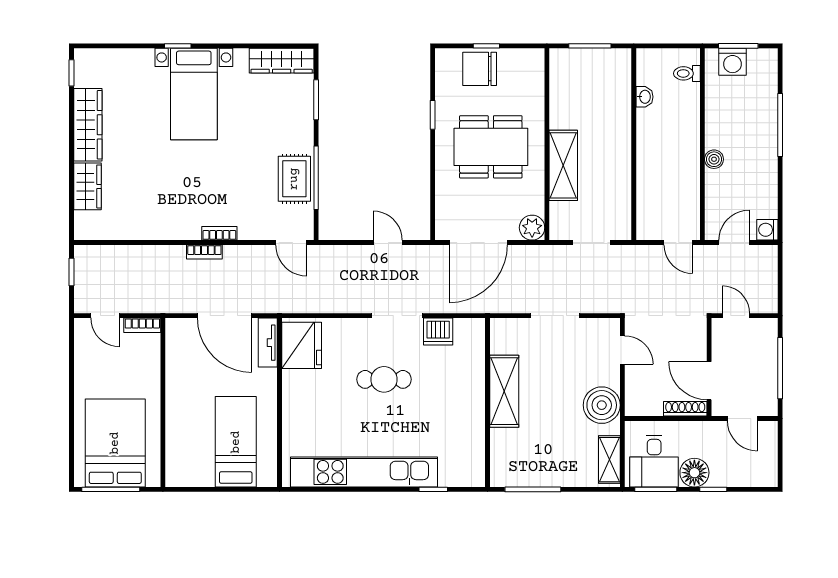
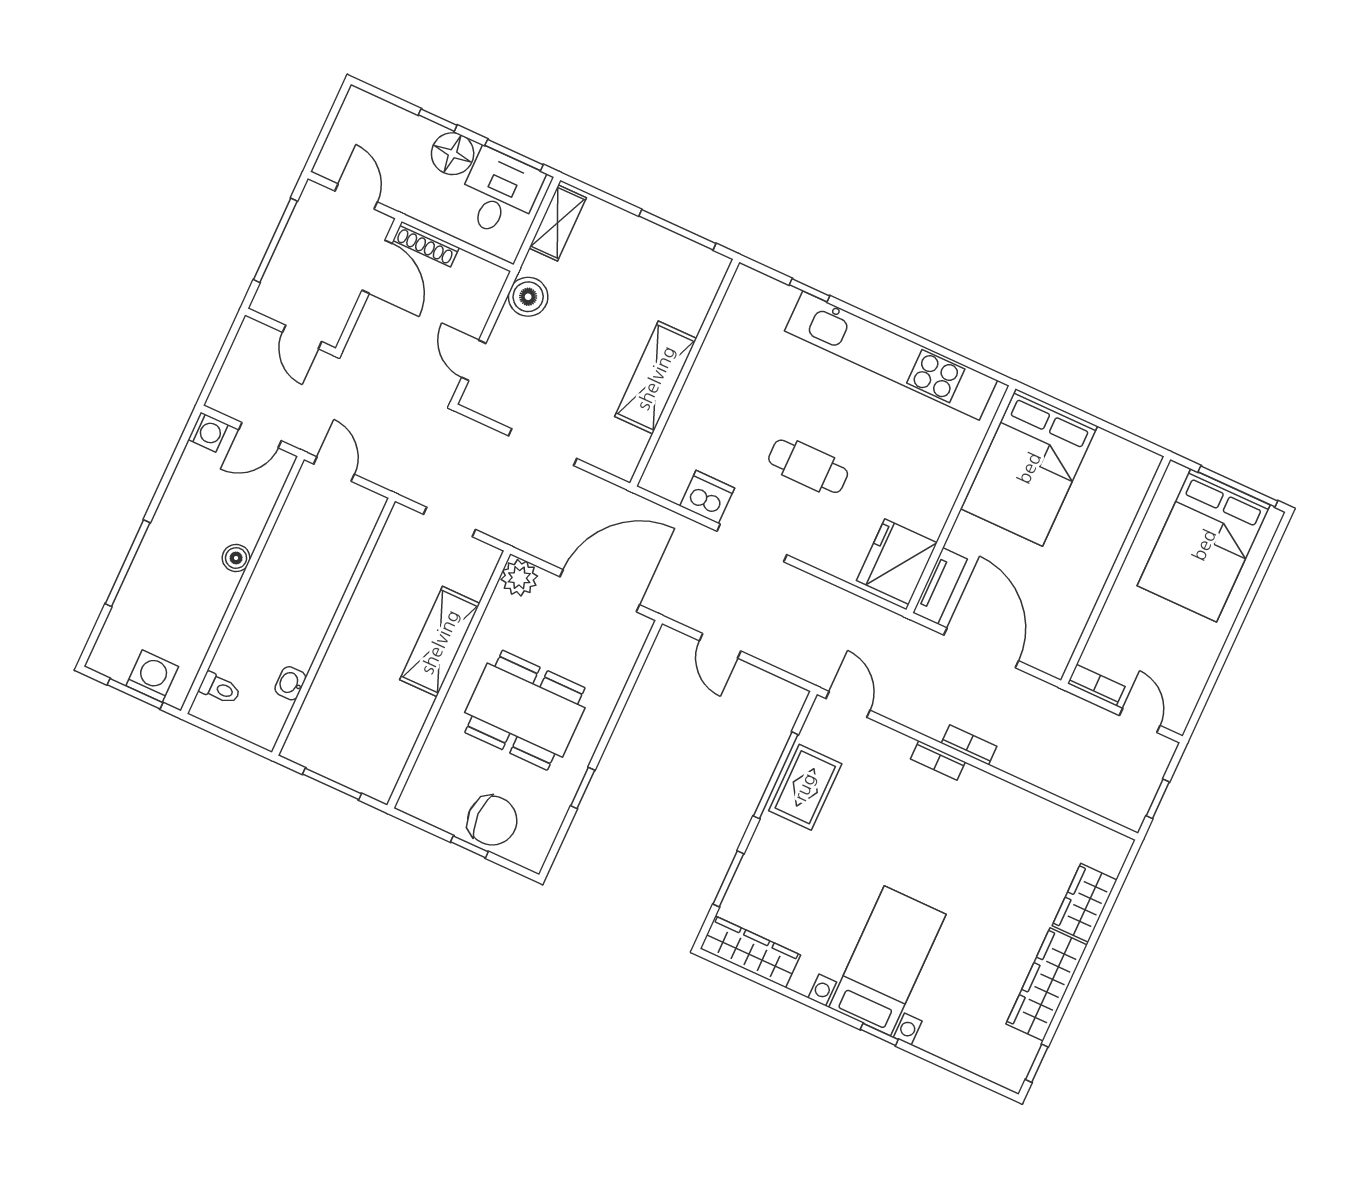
boiler: (602, 405) -> (528, 297), width x0.73, depth x0.73
bed: (236, 442) -> (1029, 468), width x1.50

